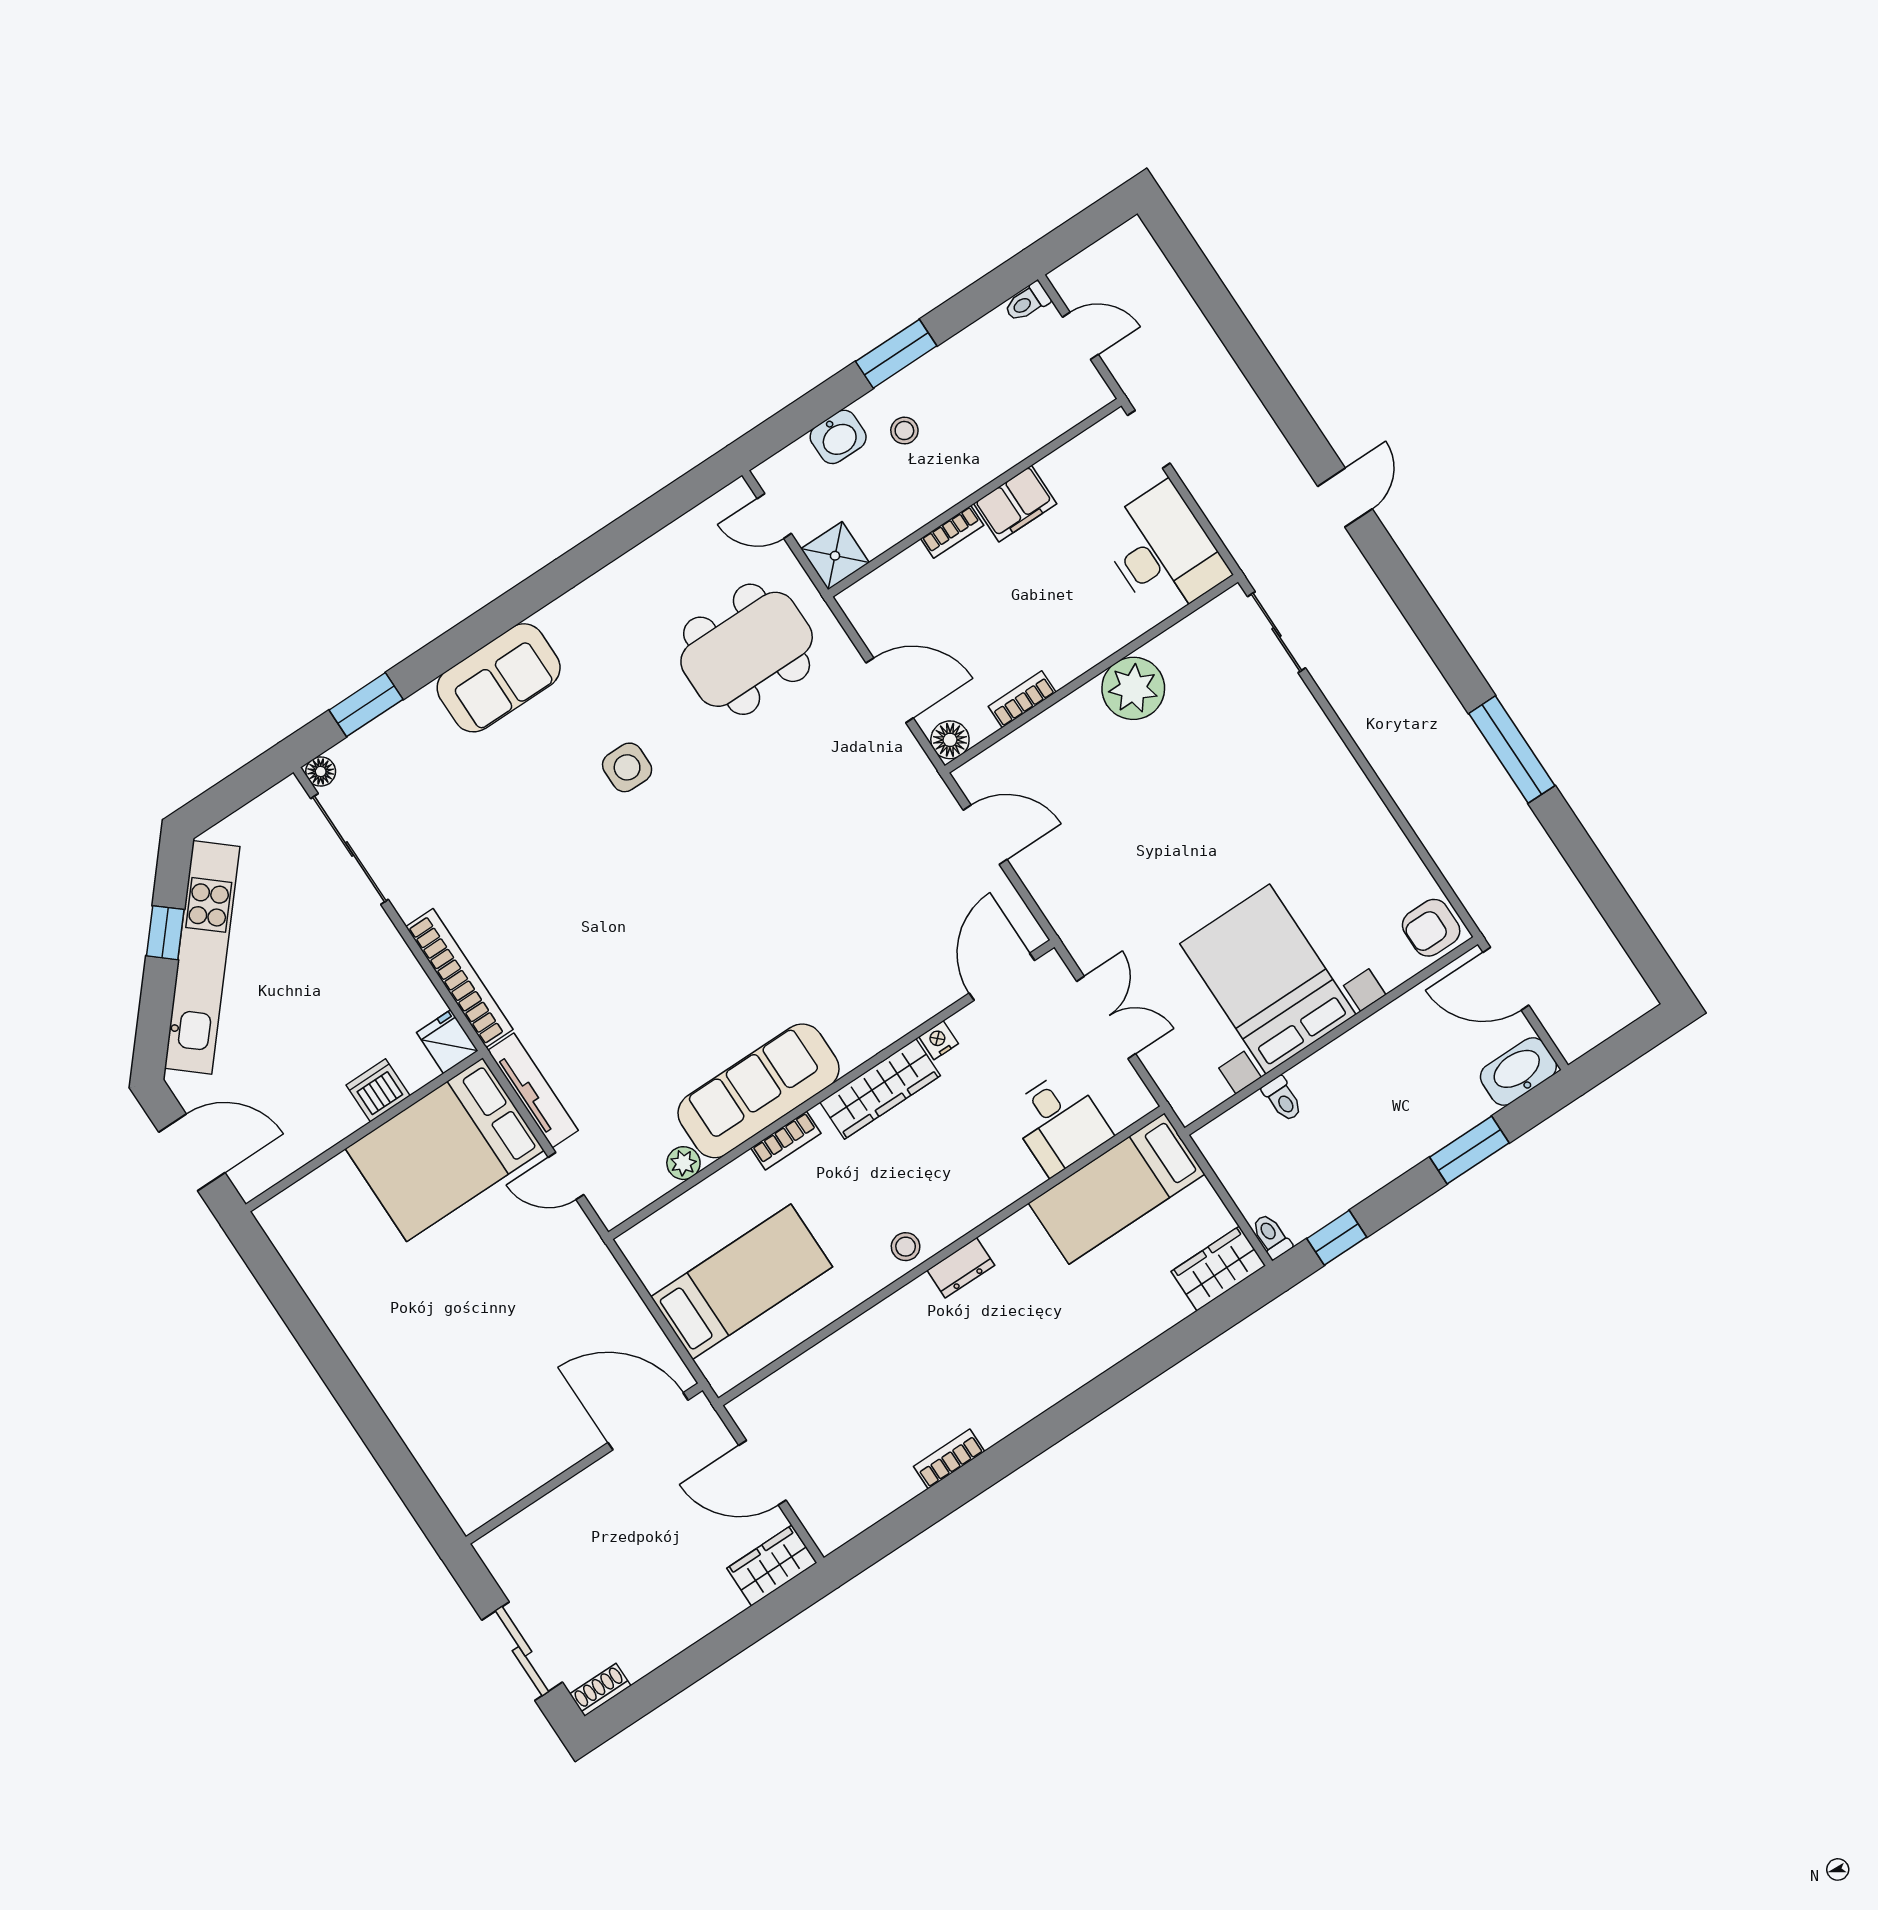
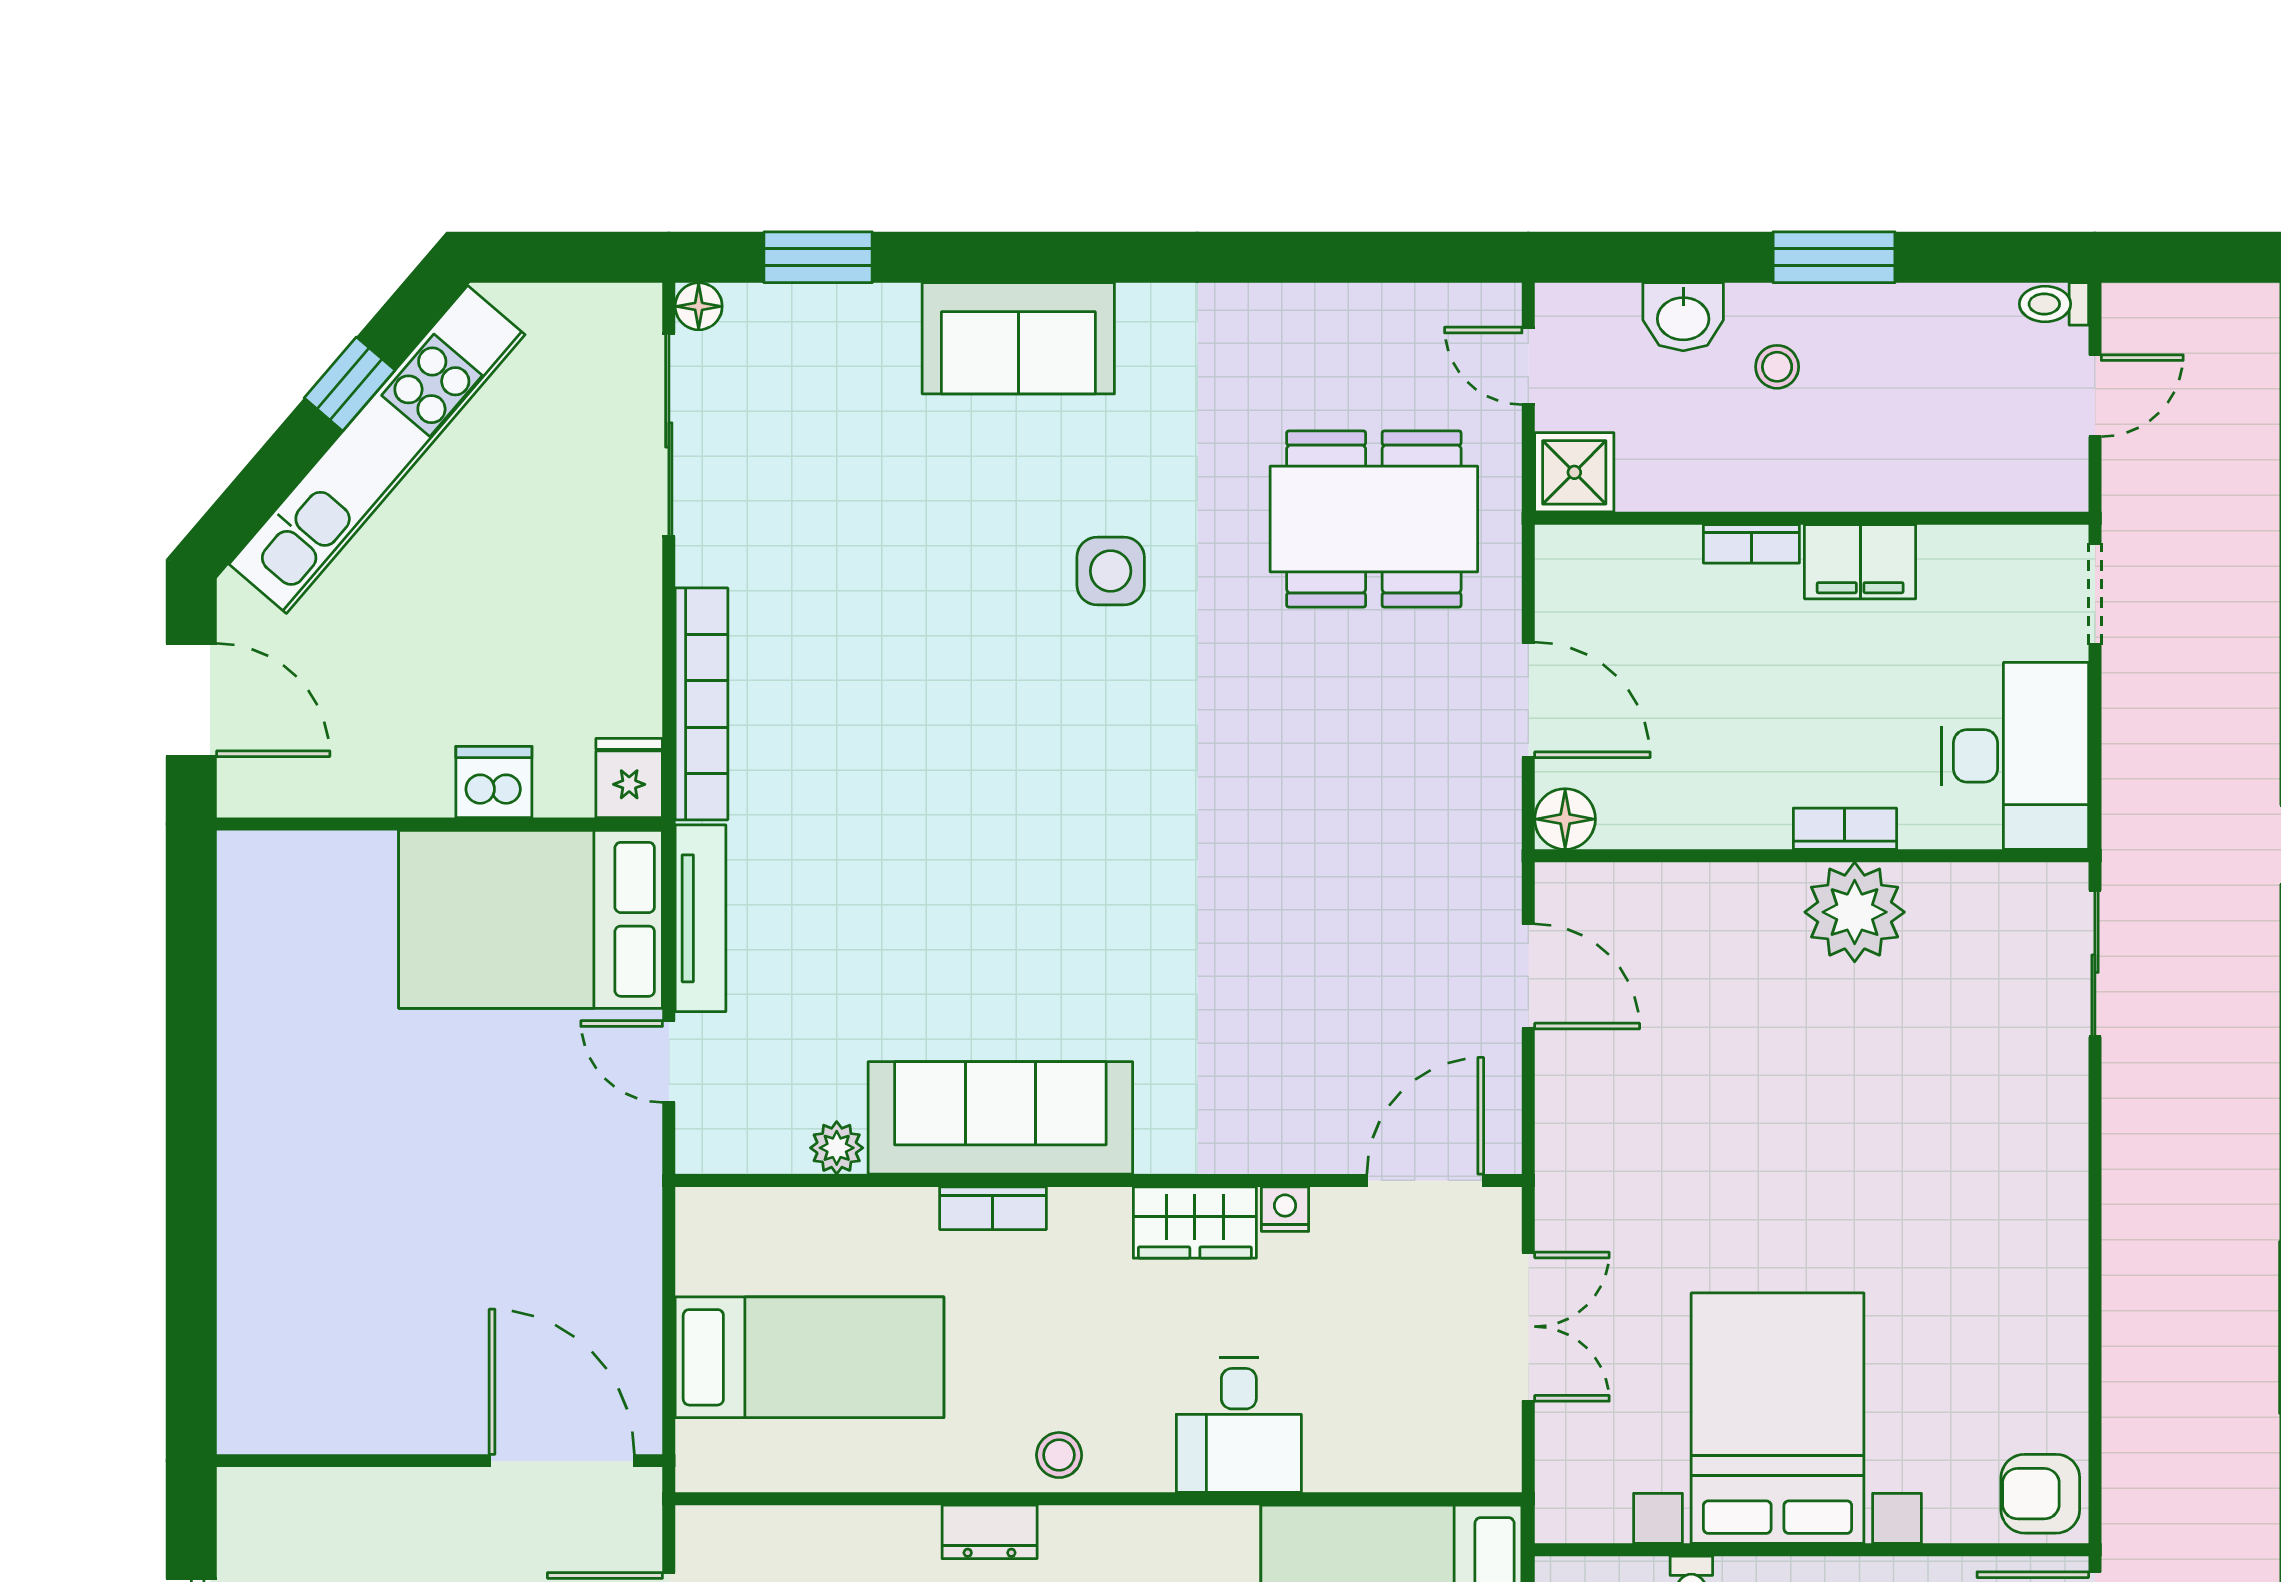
door: (1080, 336) -> (2095, 396), hinge flipped
bookcase: (1022, 699) -> (1845, 829), moved
wardrobe: (880, 1089) -> (1195, 1223), width x0.67
desk: (1059, 1122) -> (1239, 1425), moved
dresser: (961, 1268) -> (990, 1532), moved

